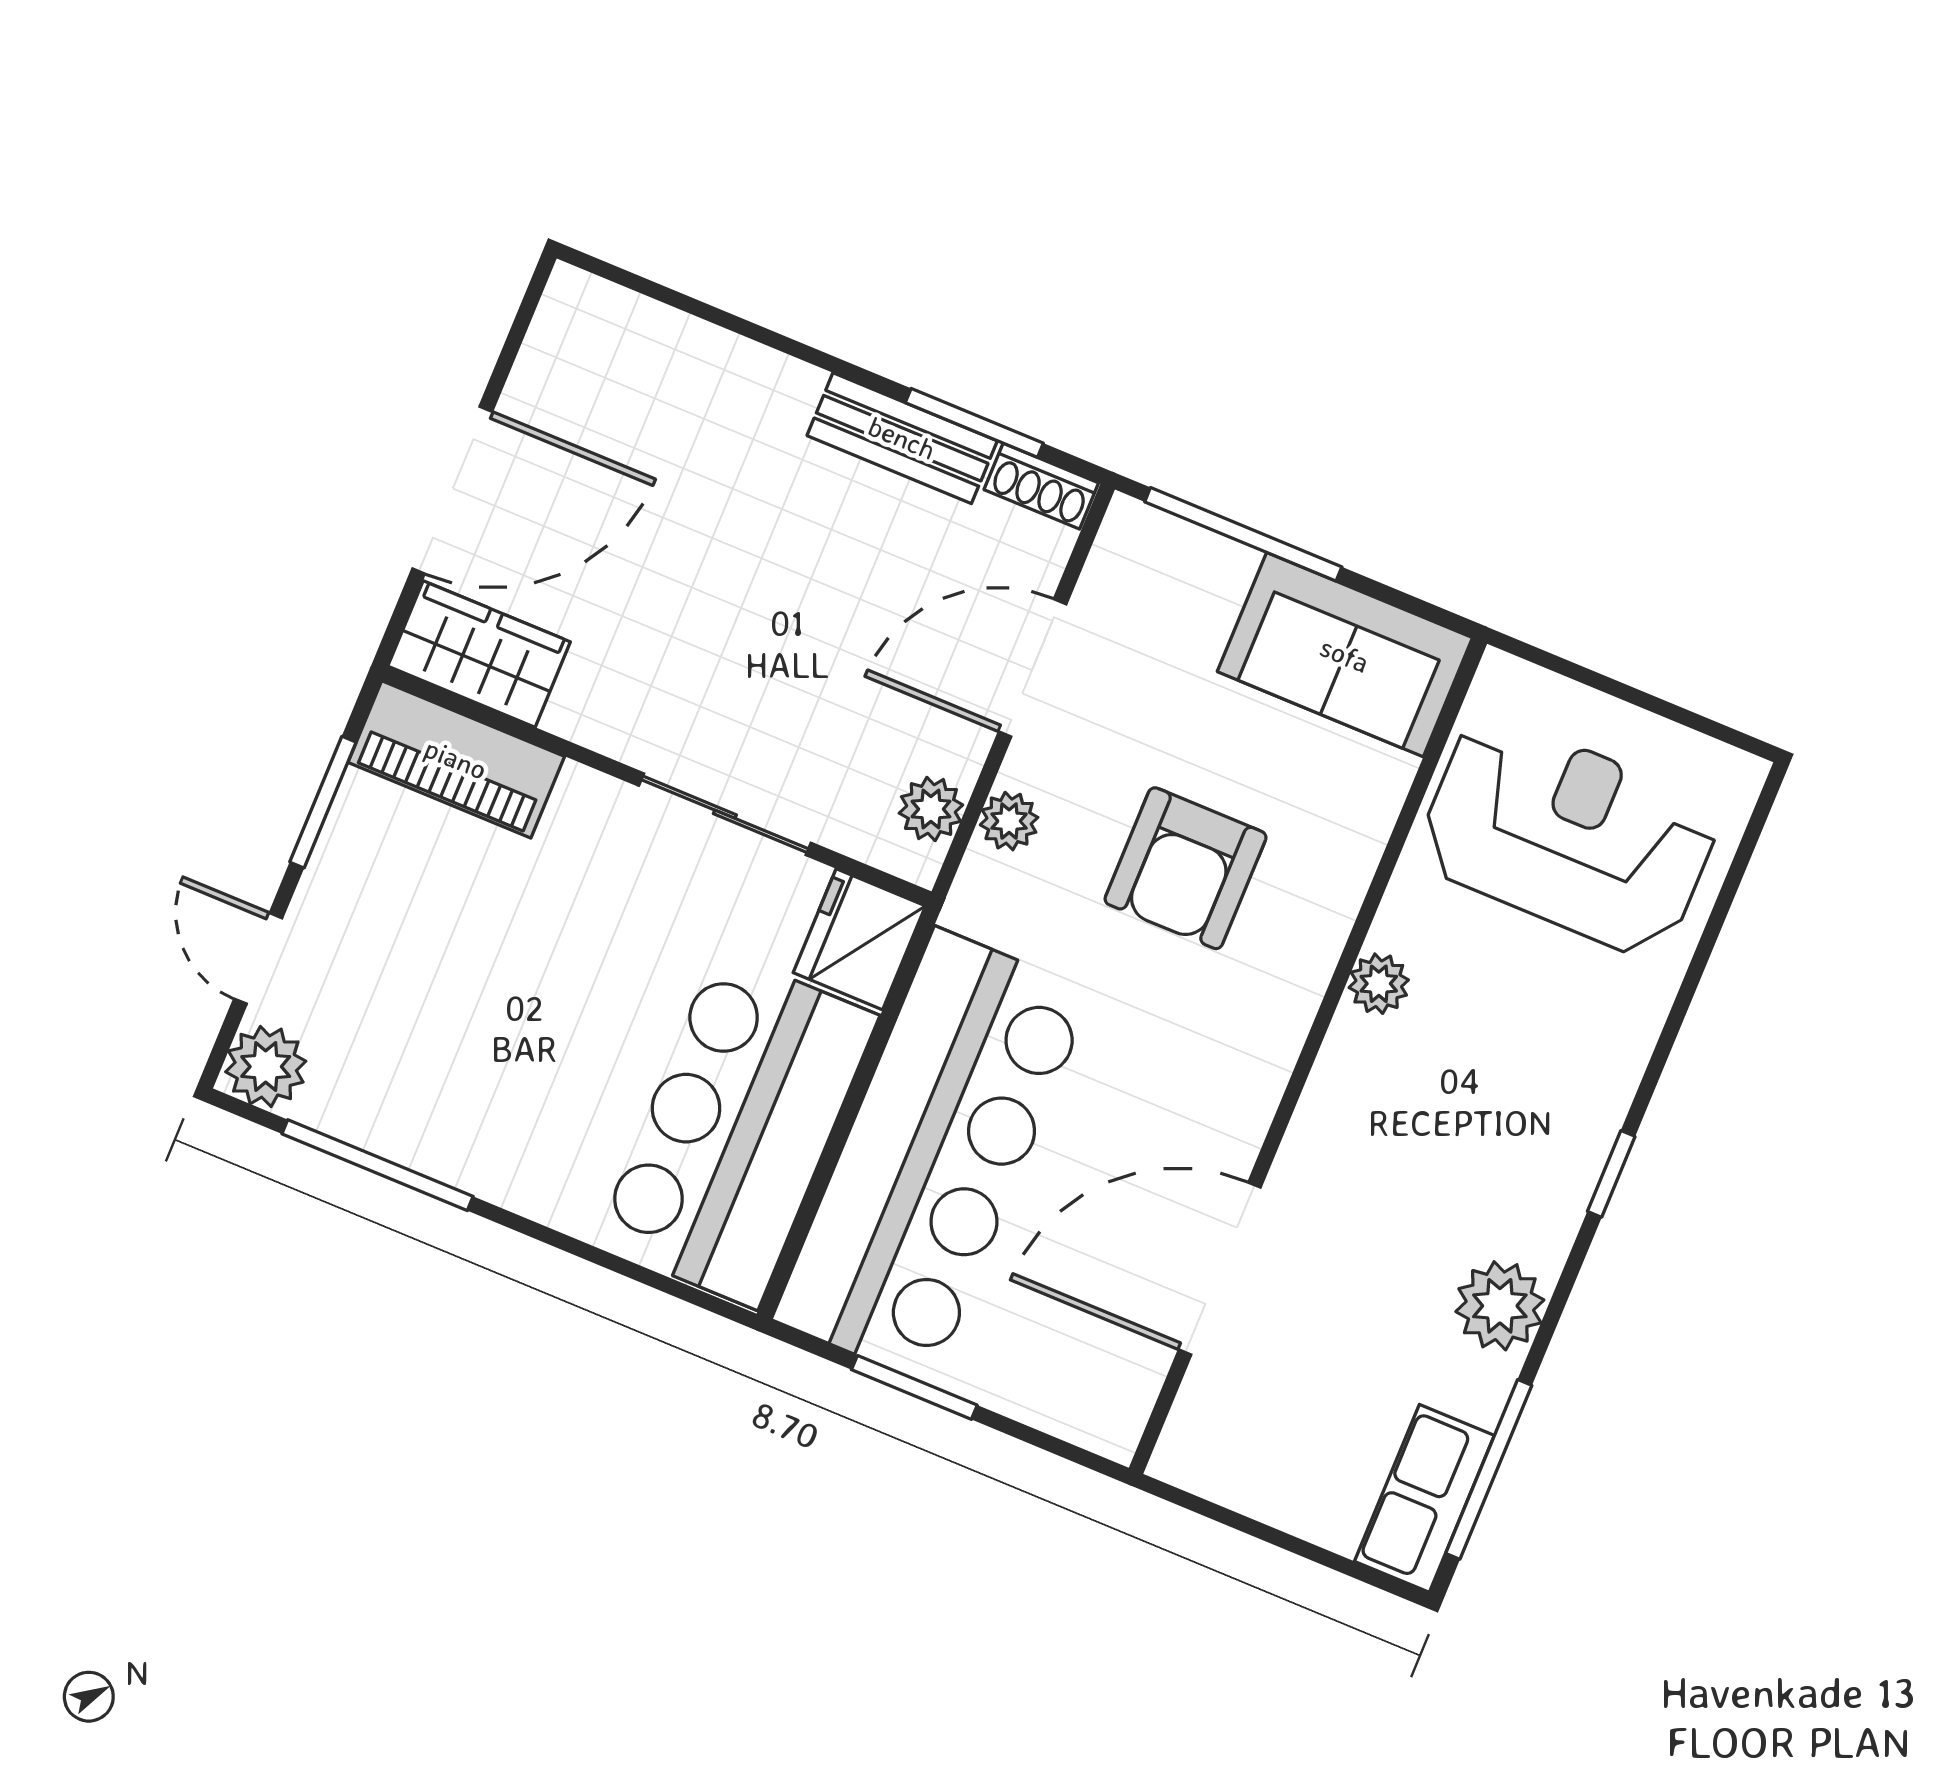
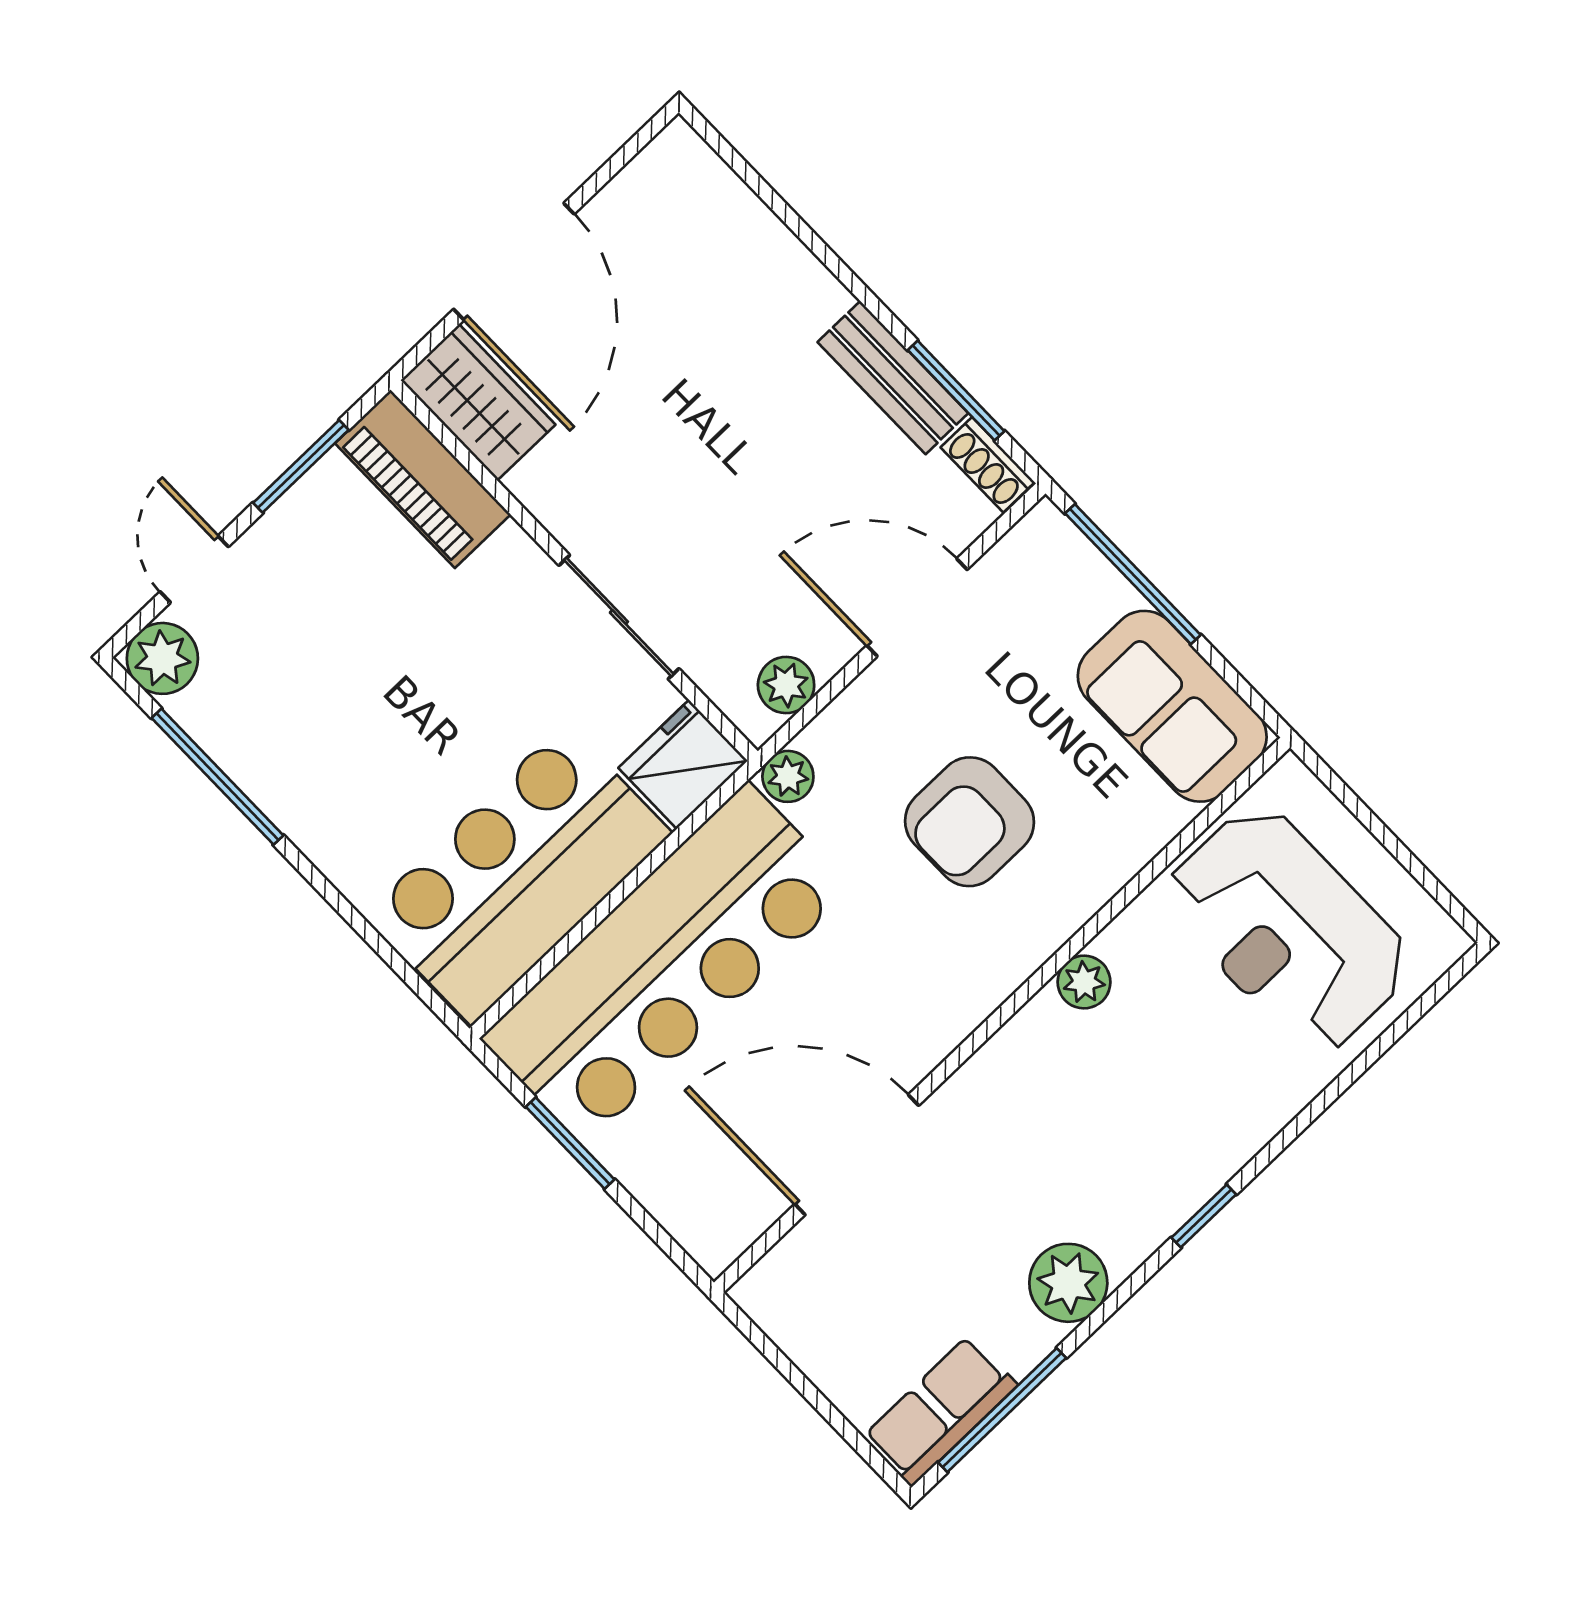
door: (452, 490) -> (514, 262), hinge flipped
plant: (1009, 821) -> (788, 776), moved
reception desk: (1568, 836) -> (1288, 929), turned 180

